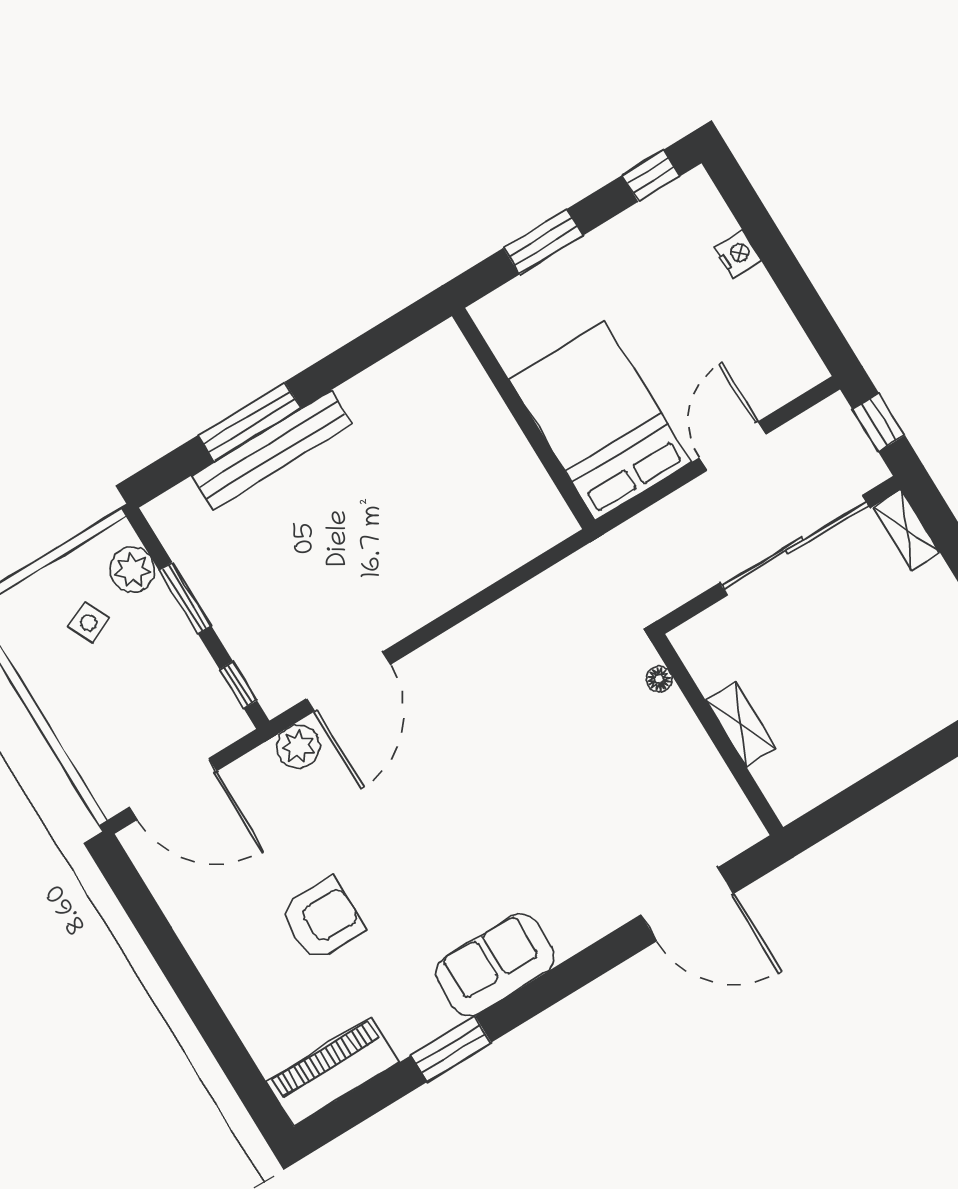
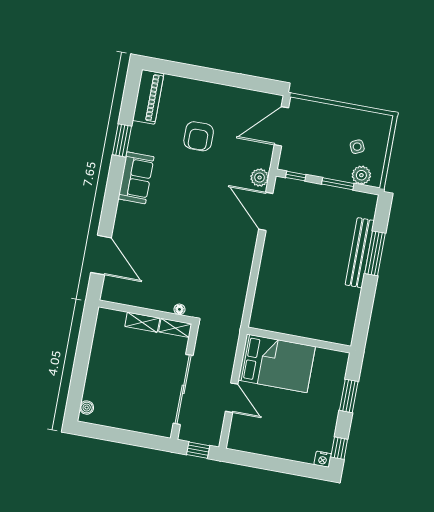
nightstand: (737, 254) -> (323, 459), moved
shelving: (906, 530) -> (175, 328), moved
door: (687, 904) -> (101, 255), swing flipped

